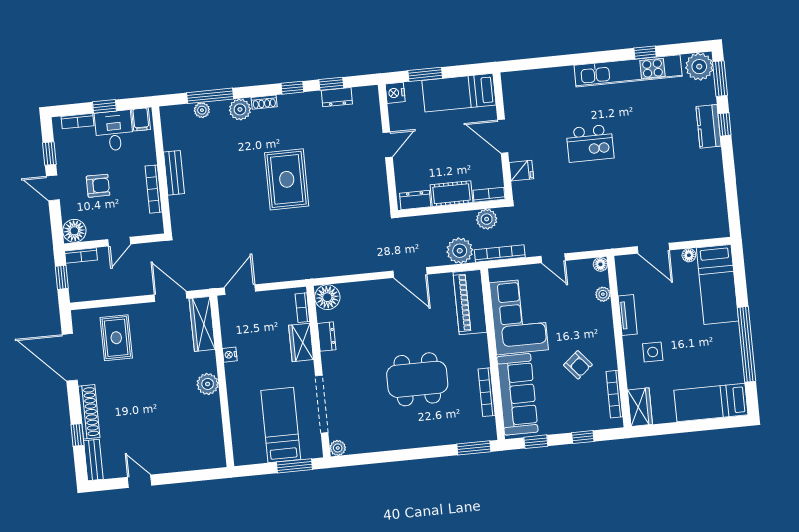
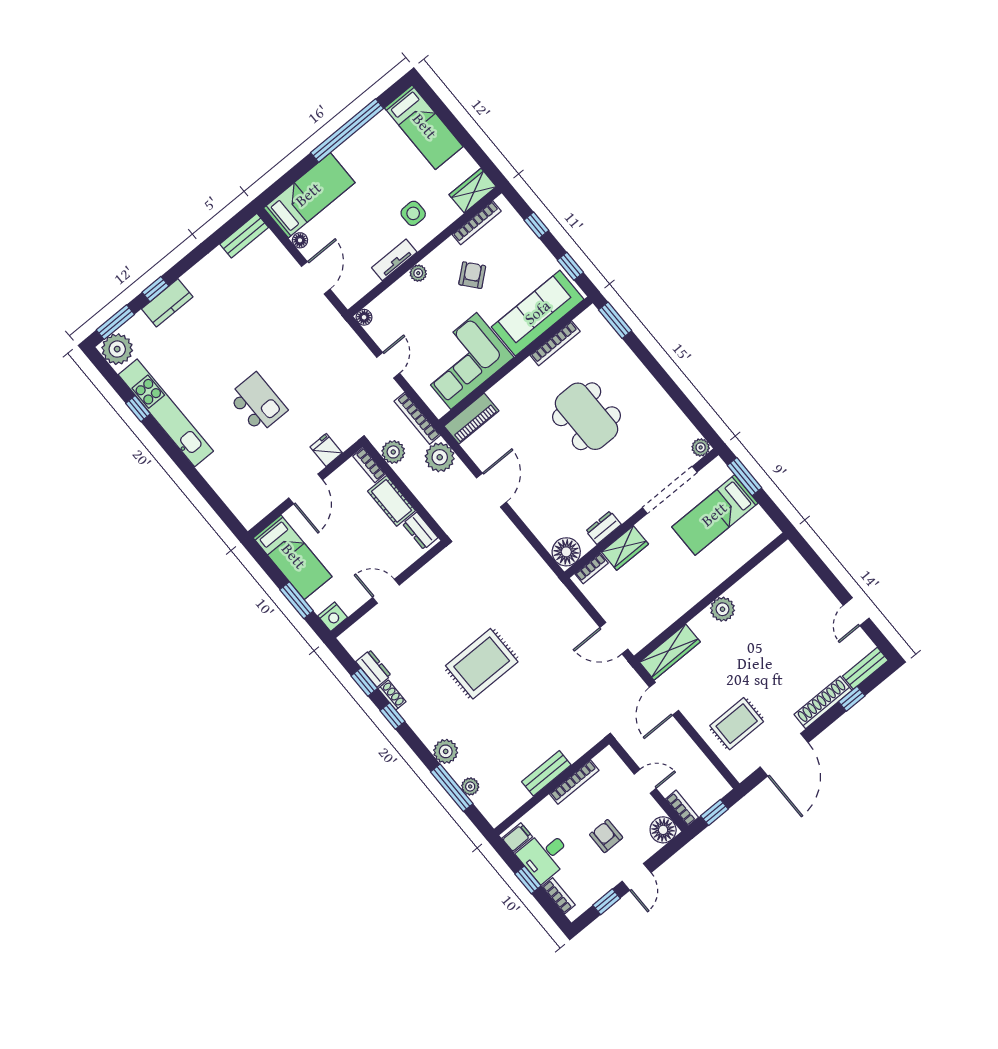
shoe rack: (264, 102) -> (392, 695), moved
bench: (720, 216) -> (244, 236), added
plant: (603, 294) -> (418, 273), moved
piano: (470, 302) -> (471, 419), width x0.73, depth x0.75
nightstand: (230, 355) -> (681, 607), removed

